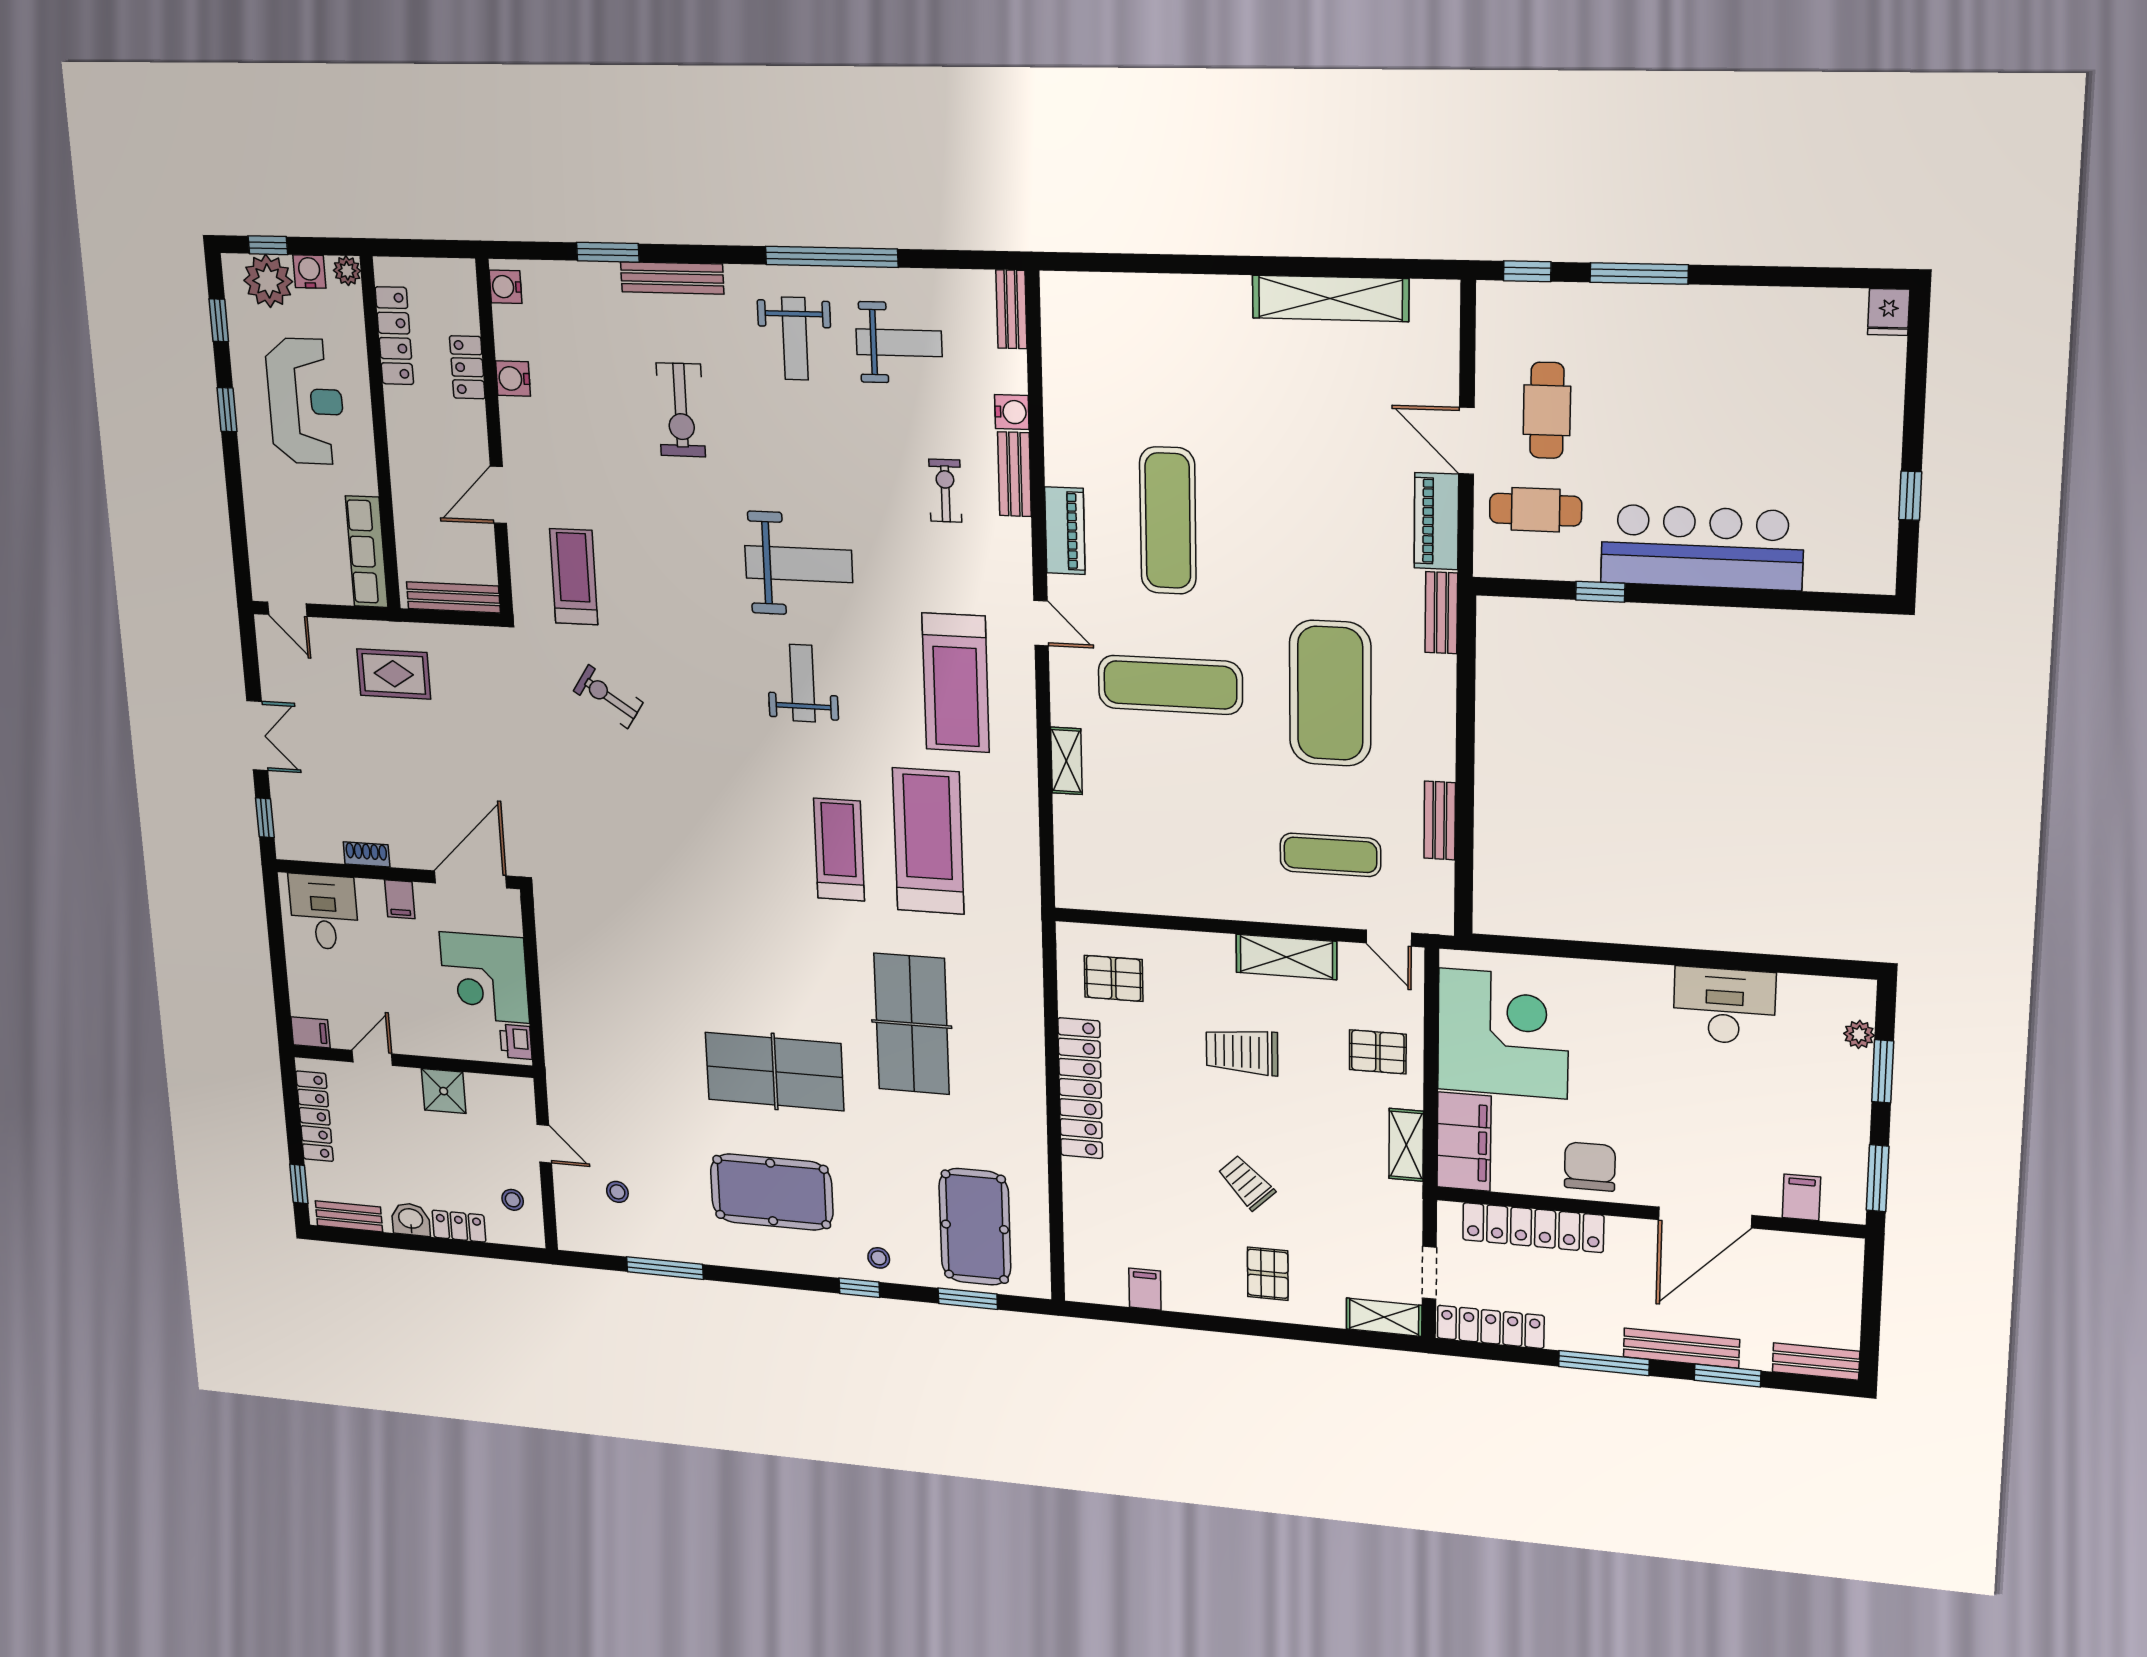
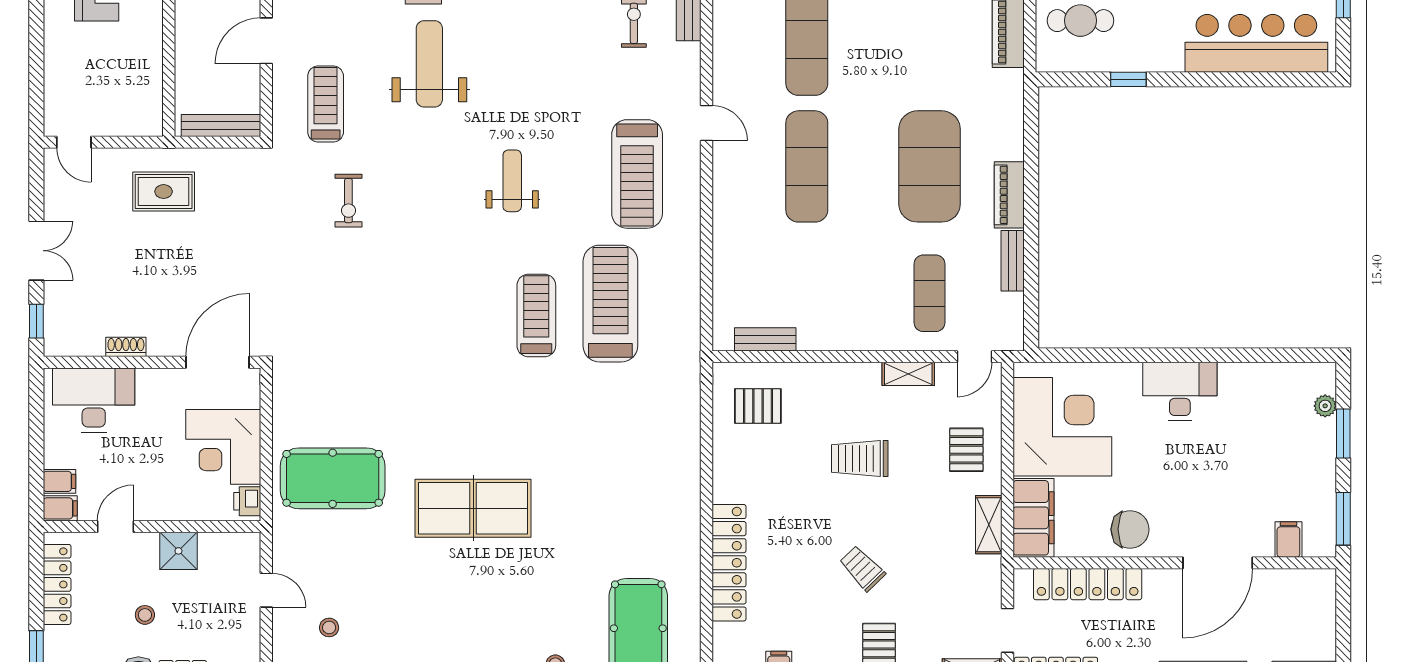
piano: (1065, 531) -> (1009, 195), moved, turned 180
bar counter: (1702, 547) -> (1256, 43), moved
row of seats: (367, 552) -> (149, 91), removed
weight bench: (799, 564) -> (429, 64), moved, turned -90
bench: (1441, 613) -> (765, 339), moved, turned 90
exercise mat: (1170, 685) -> (807, 166), turned 90
exercise bike: (608, 697) -> (348, 201), turned -123
shelving: (1066, 761) -> (724, 231), removed
exercise mat: (1330, 855) -> (930, 293), turned 90
filing cabinet: (400, 899) -> (59, 481), moved, turned -90
desk: (324, 912) -> (94, 400), width x1.37
door: (1389, 938) -> (974, 357), hinge flipped
shelving: (1286, 957) -> (908, 374), width x0.67, depth x0.75
desk: (1724, 1006) -> (1180, 391), moved
table tennis table: (912, 1024) -> (591, 458), removed
pallet: (1378, 1052) -> (966, 450), turned 90
locker: (1080, 1088) -> (729, 563), moved
chair: (1590, 1167) -> (1130, 529), turned 90
pool table: (772, 1192) -> (333, 478), moved
stool: (513, 1200) -> (145, 615), moved

